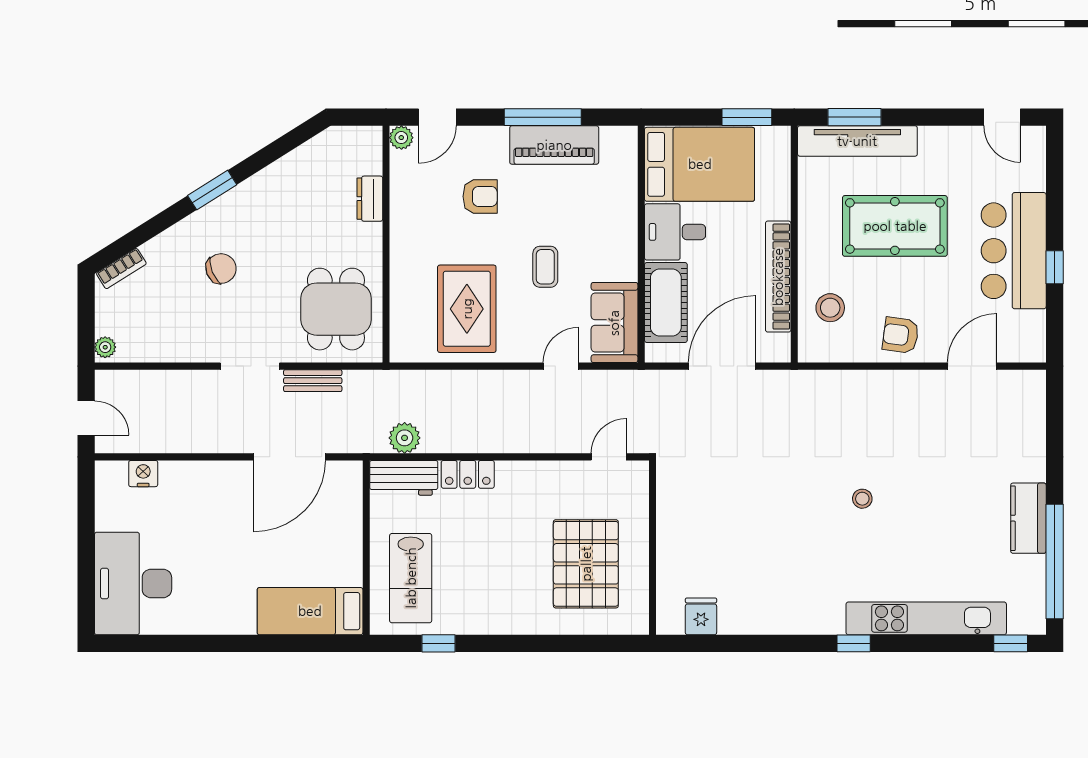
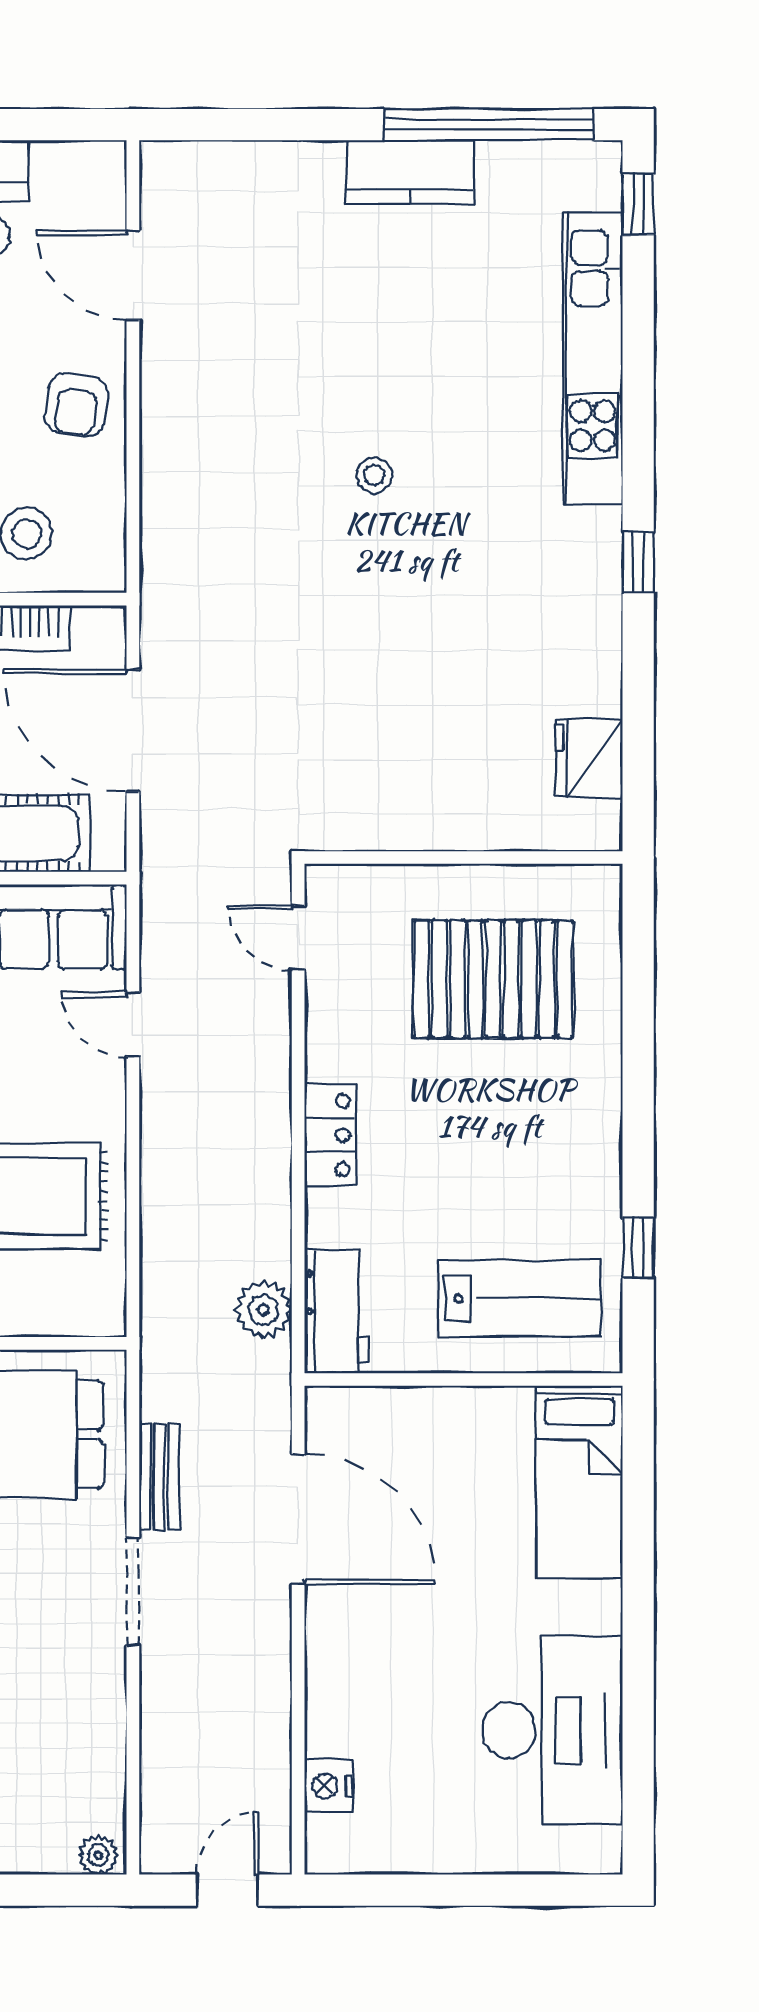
locker: (468, 474) -> (330, 1135), moved
desk: (133, 583) -> (553, 1730), moved, turned -90
fridge: (701, 616) -> (589, 758), width x1.38
window: (854, 643) -> (638, 563), moved

